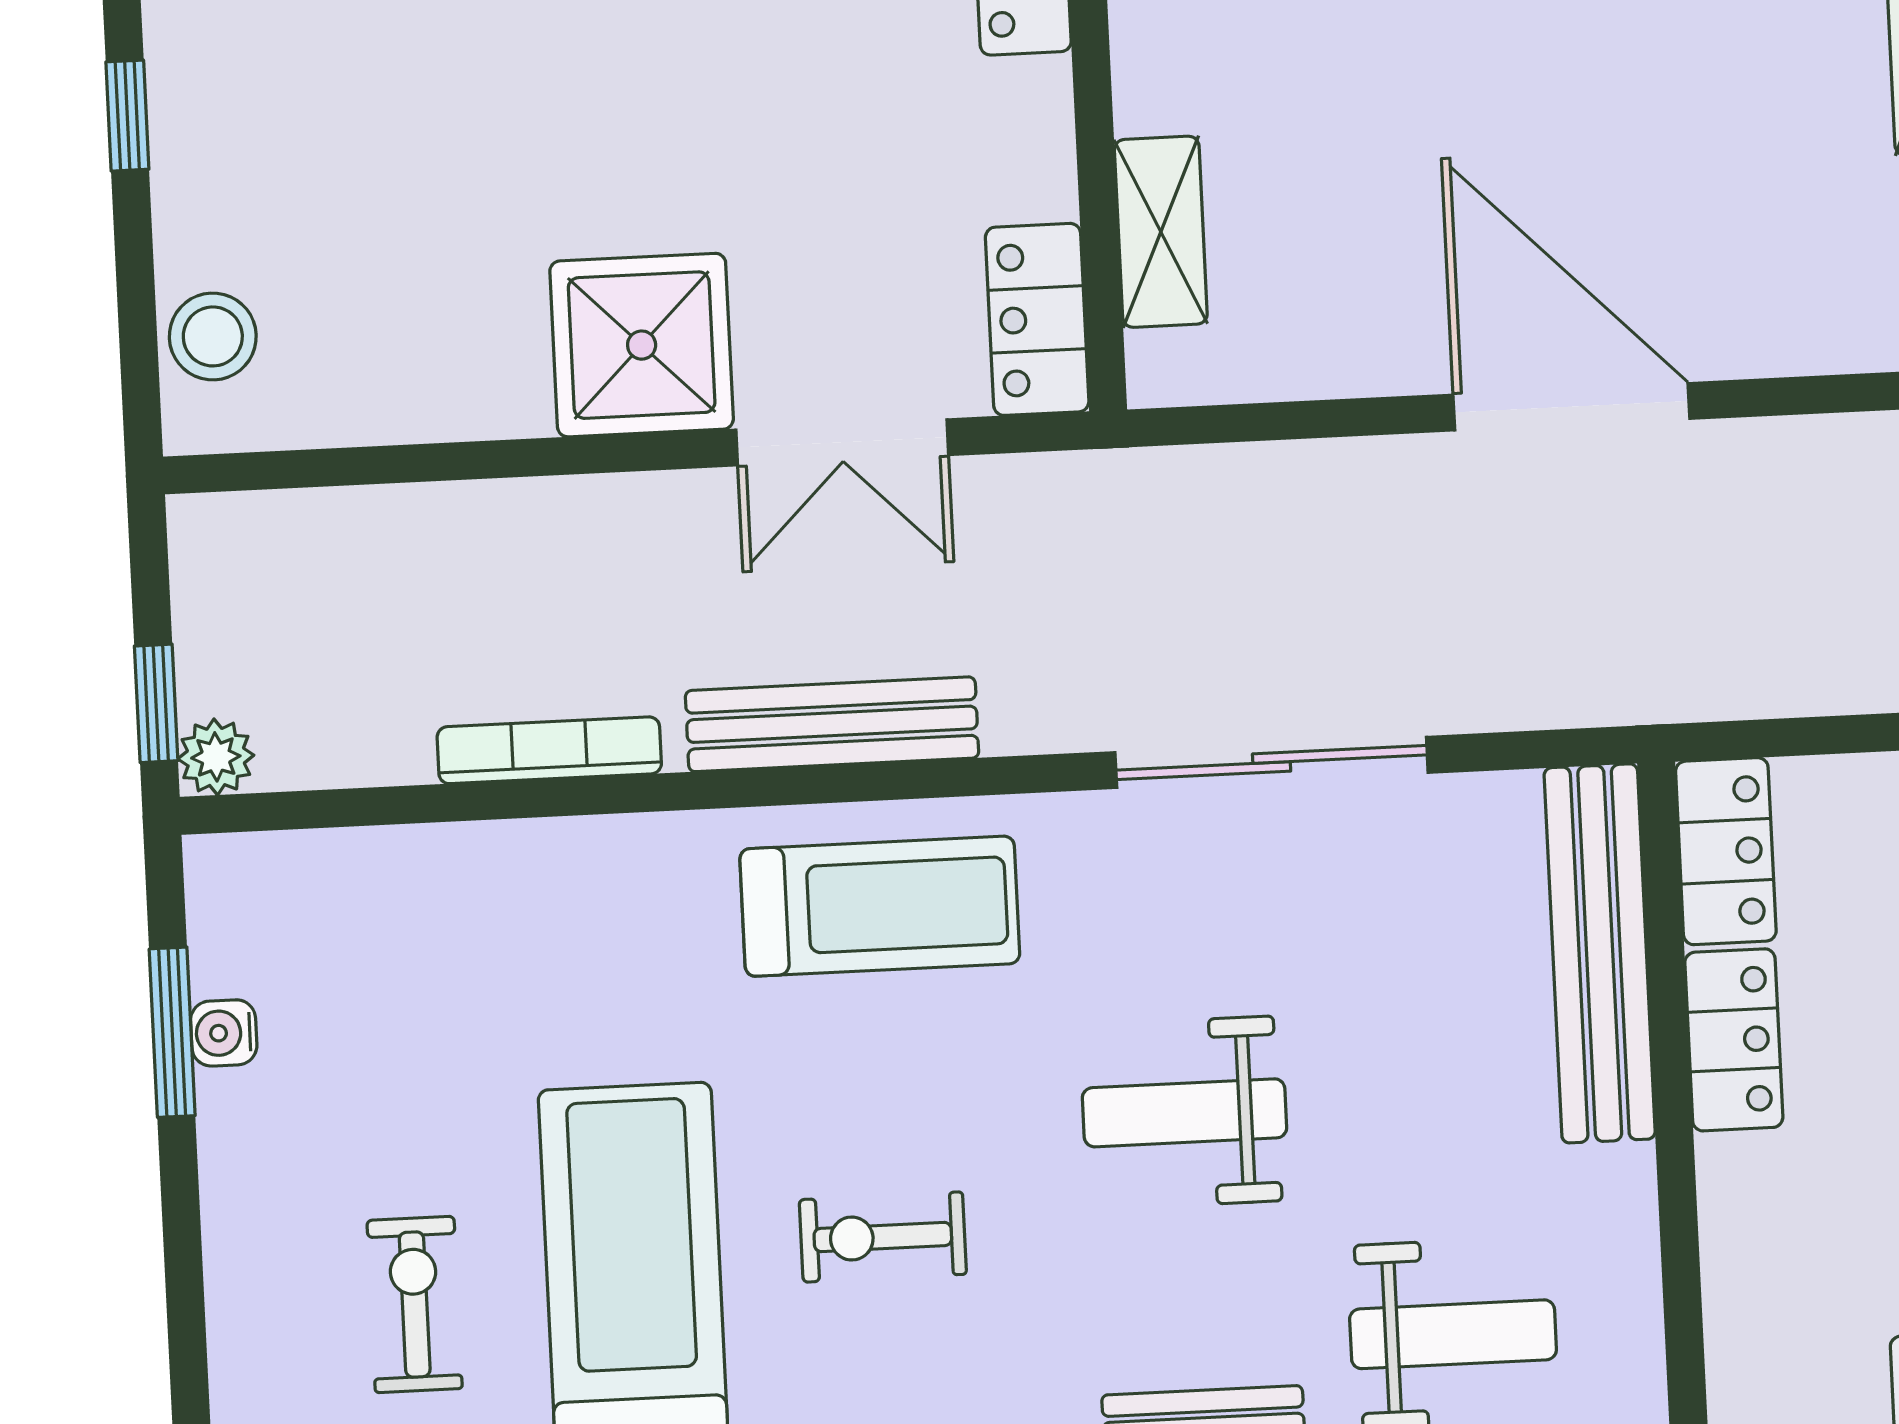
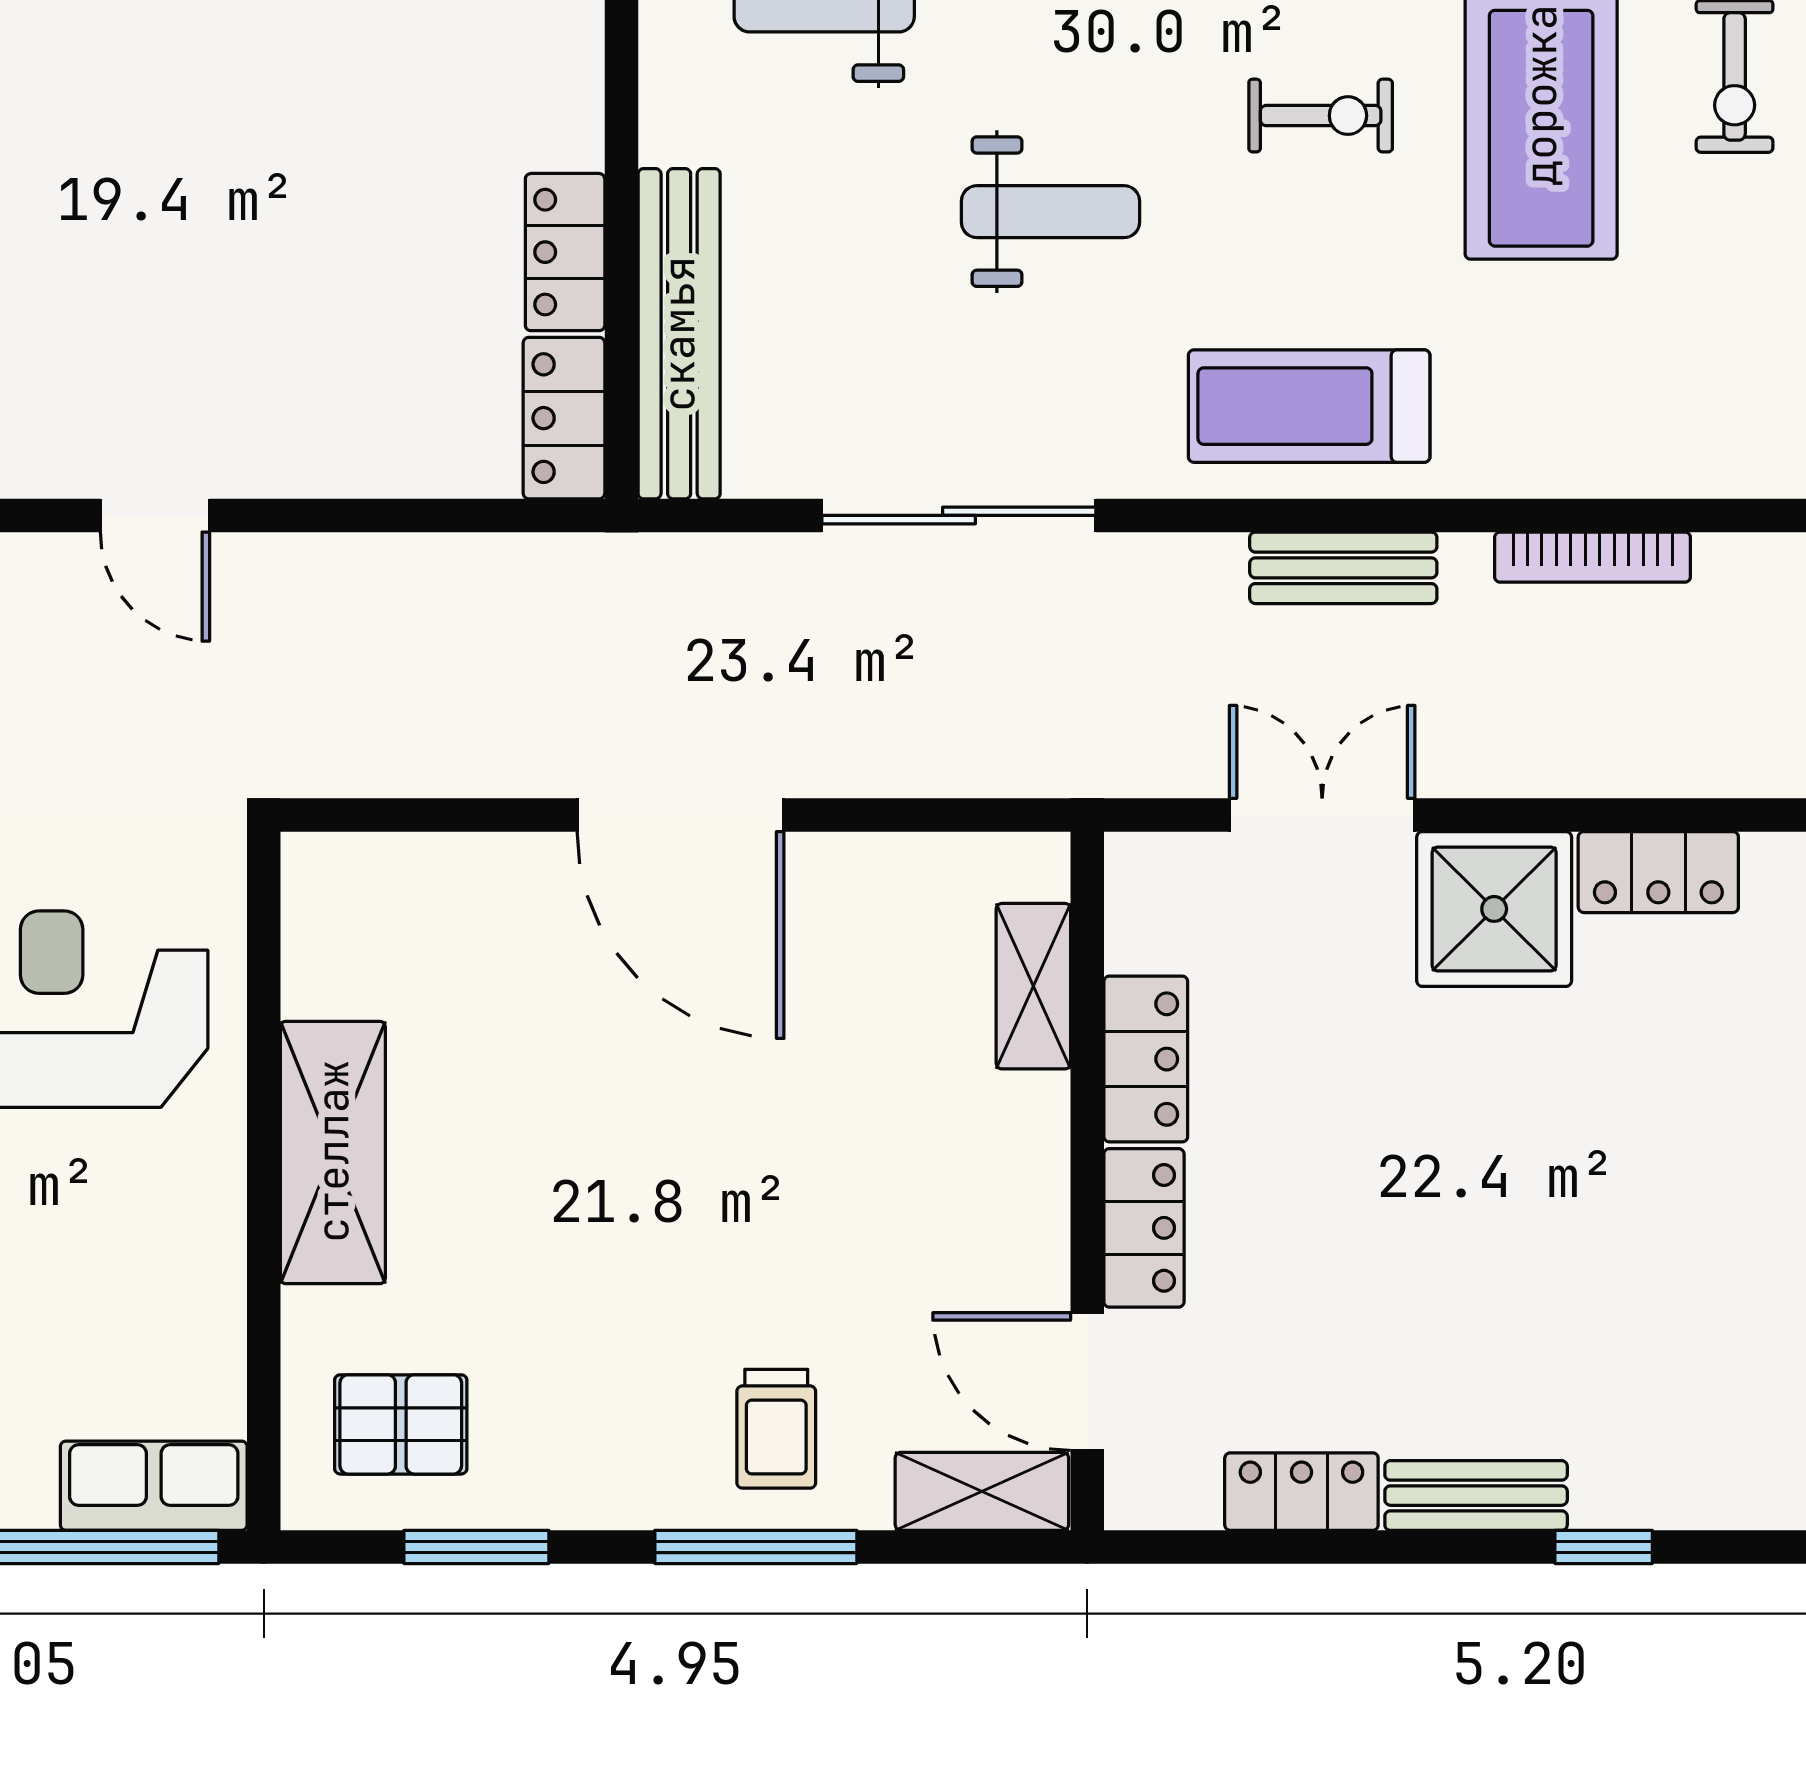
locker: (1037, 319) -> (1146, 1059), moved
locker: (457, 396) -> (1658, 872), added
bench: (832, 724) -> (1343, 568), width x0.73

